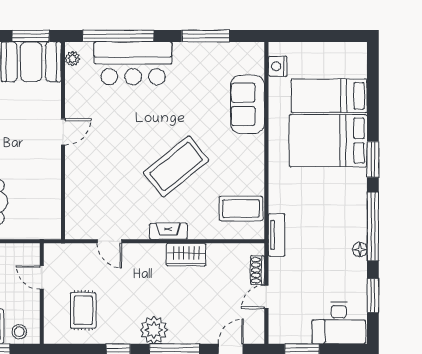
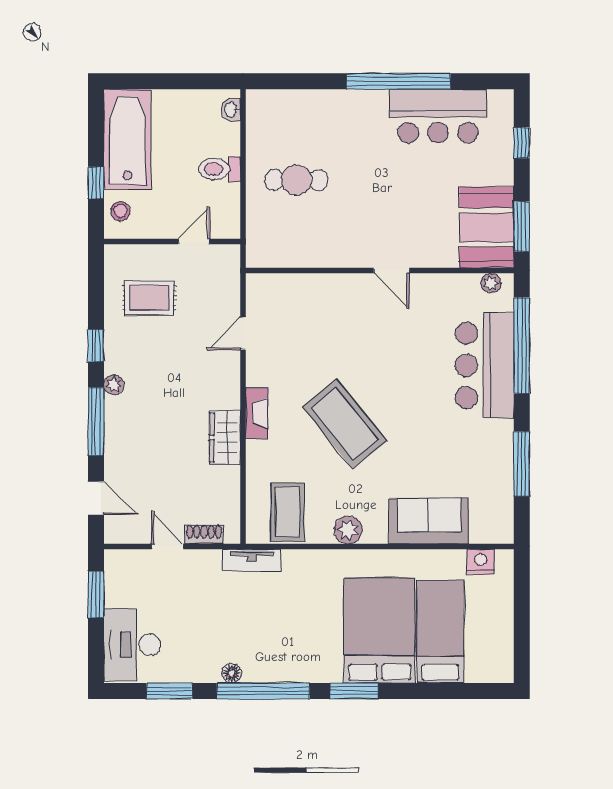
plant: (254, 164) -> (348, 530), added
plant: (154, 330) -> (114, 385), width x0.53, depth x0.53

